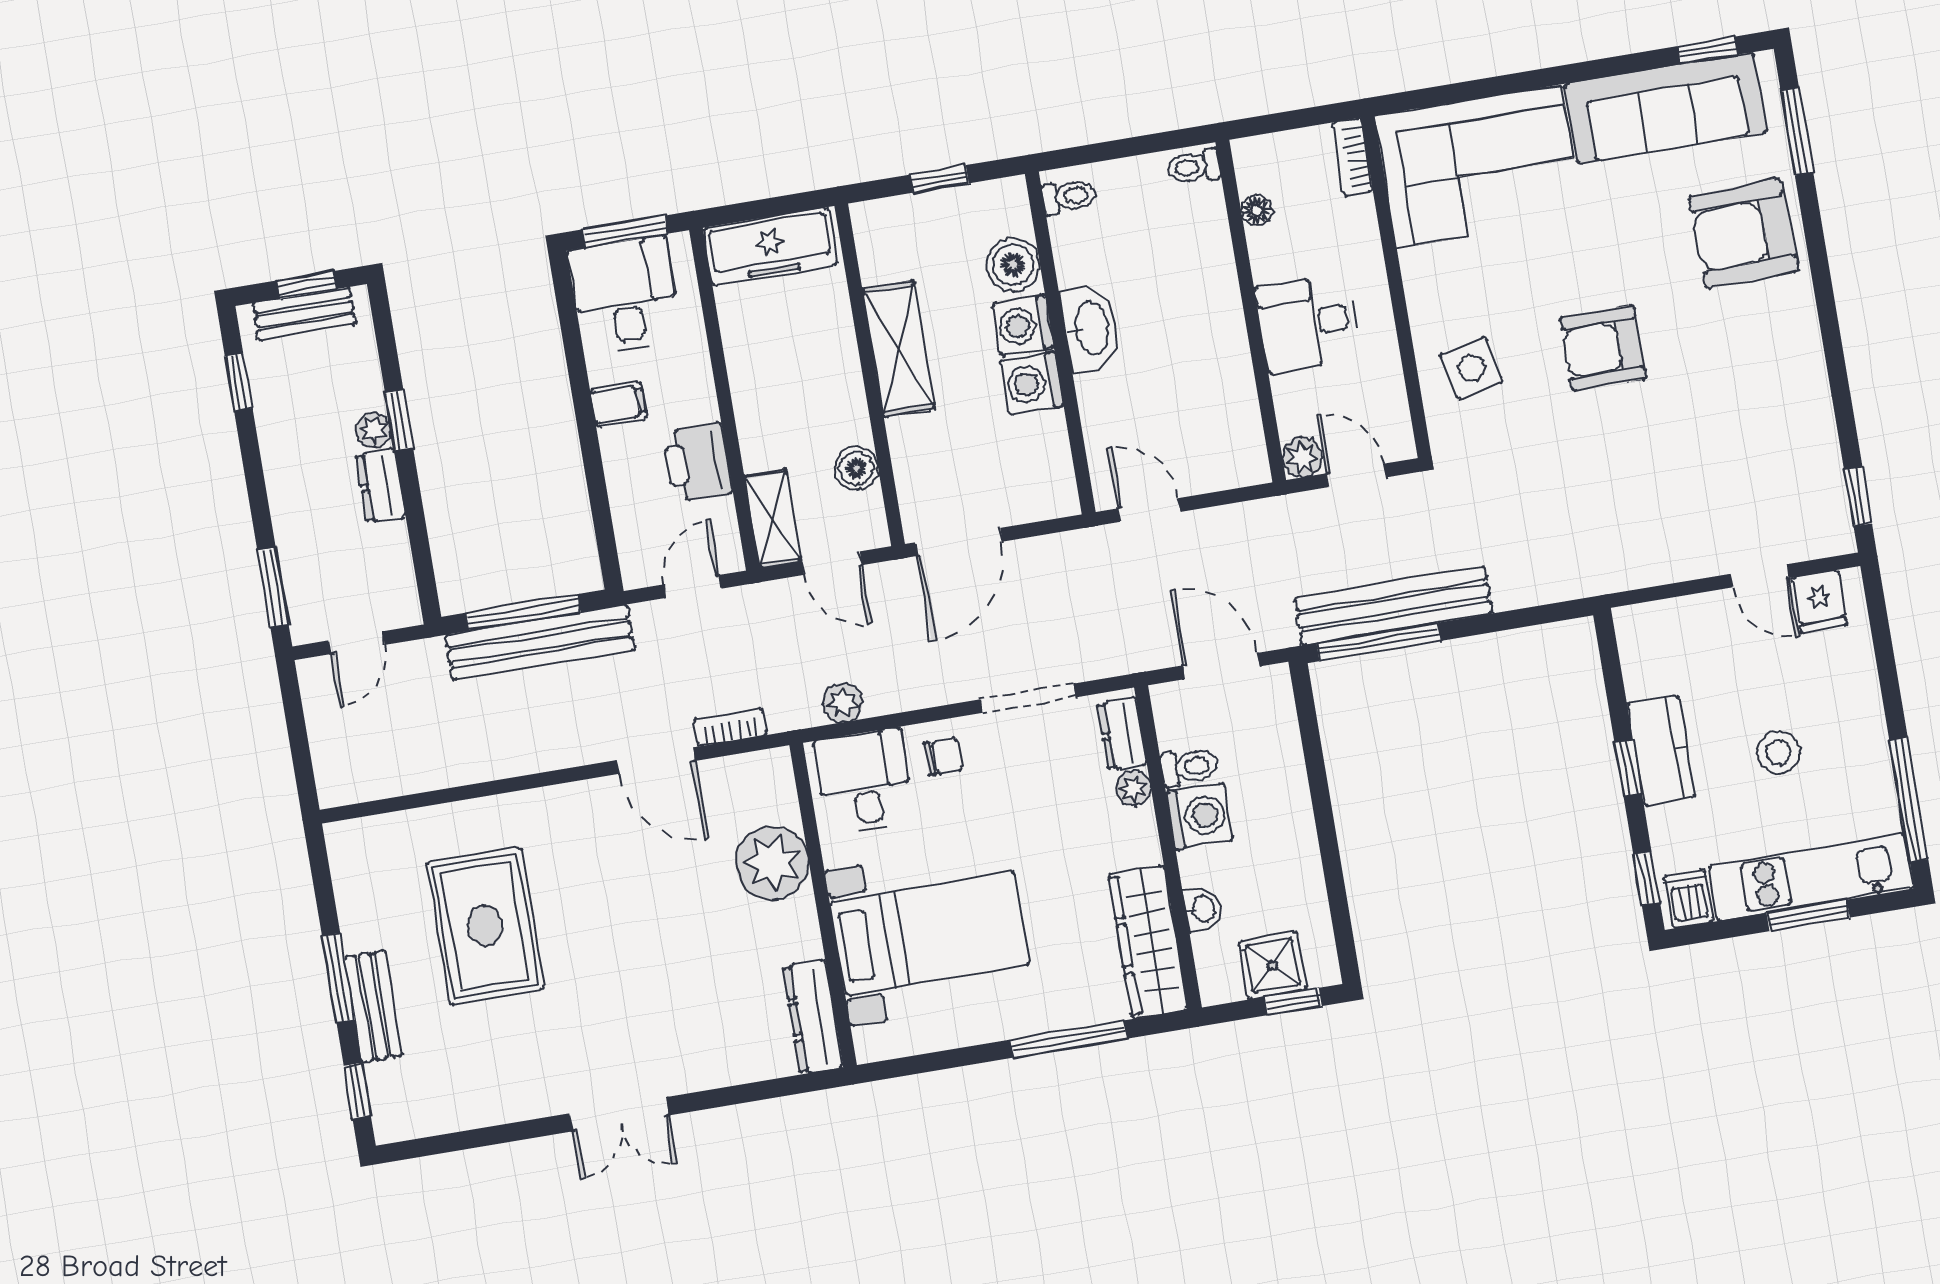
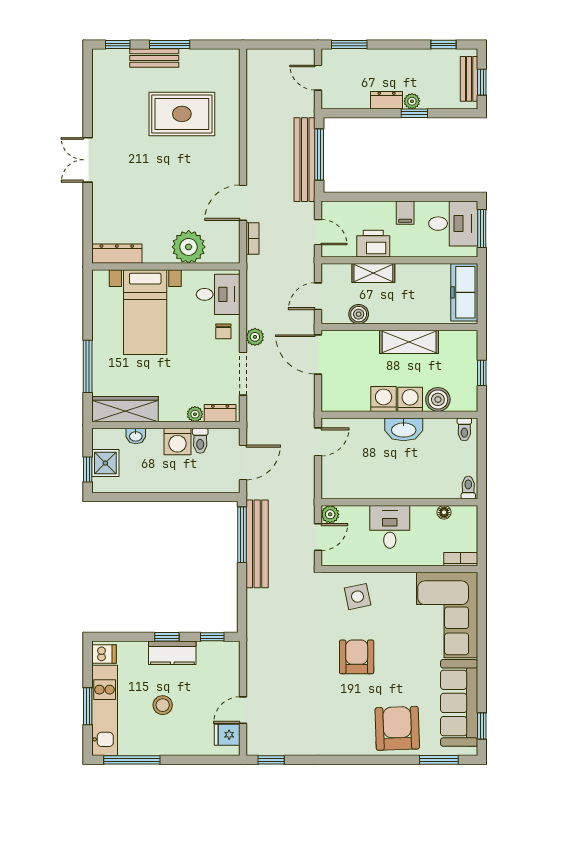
shelving: (773, 518) -> (373, 273), moved
plant: (843, 703) -> (255, 337), moved
window: (1647, 878) -> (212, 637), moved

